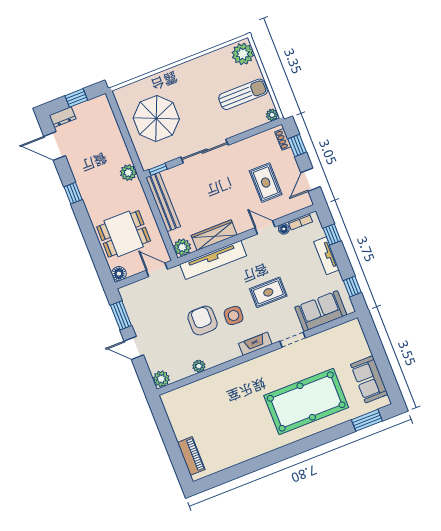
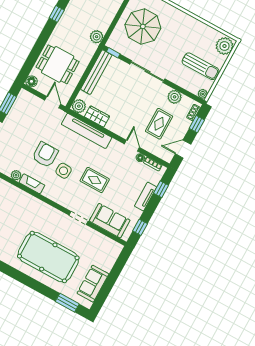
plant: (252, 145) -> (175, 97), added
wardrobe: (214, 235) -> (97, 116), width x0.67
fireplace: (255, 344) -> (32, 184), moved

